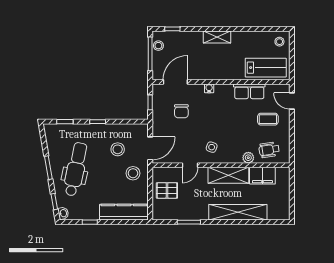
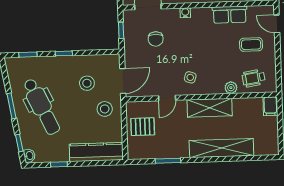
dental chair: (76, 169) -> (41, 107), turned 143
filing cabinet: (262, 176) -> (270, 106), moved, width x0.50

